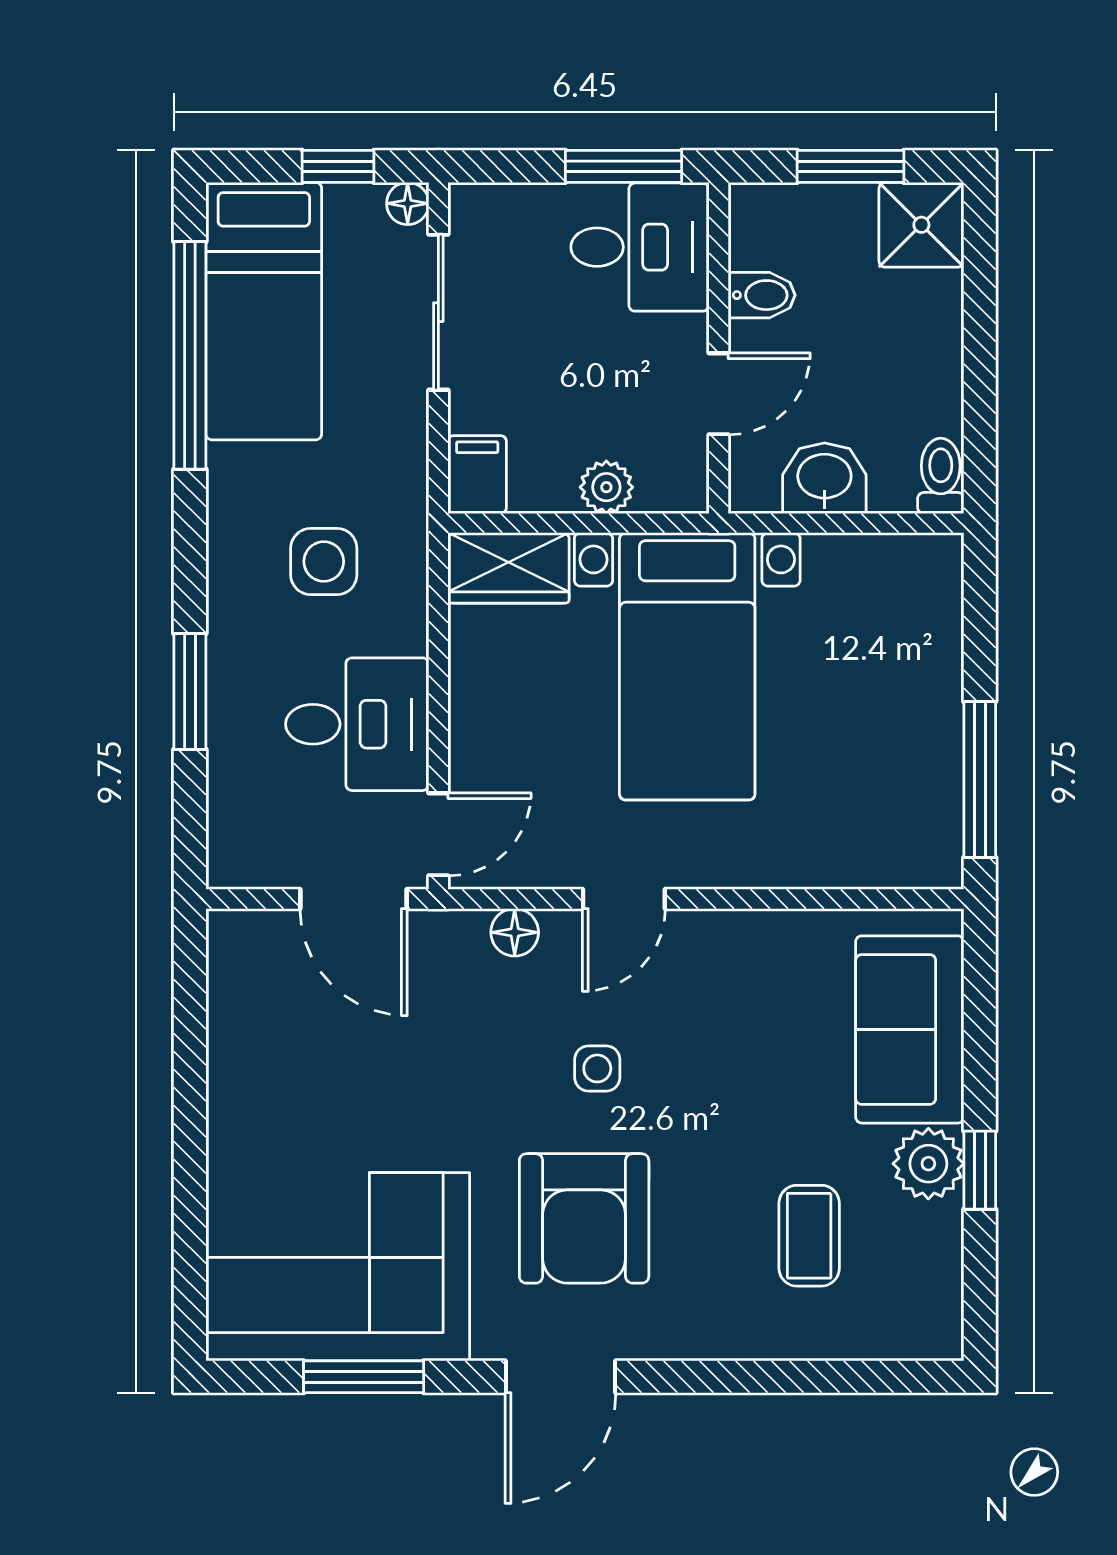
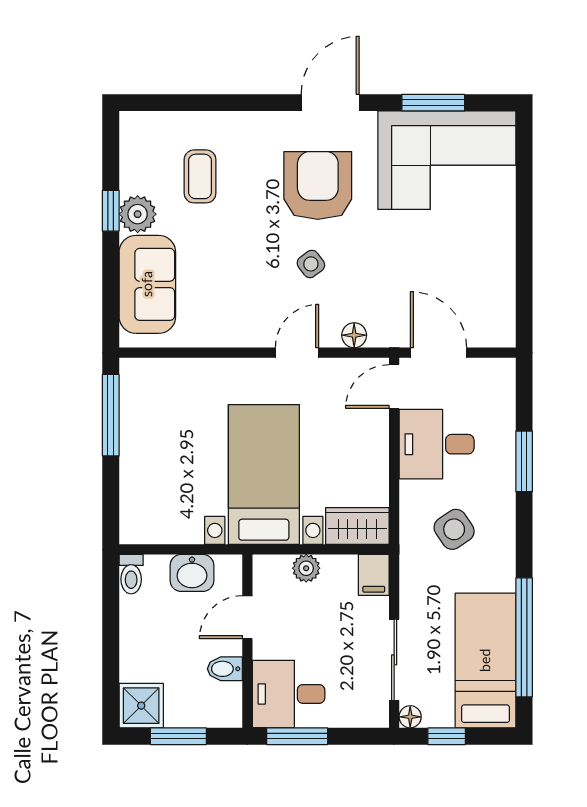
side table: (324, 562) -> (454, 529), turned -34
side table: (597, 1068) -> (311, 264), turned -37

